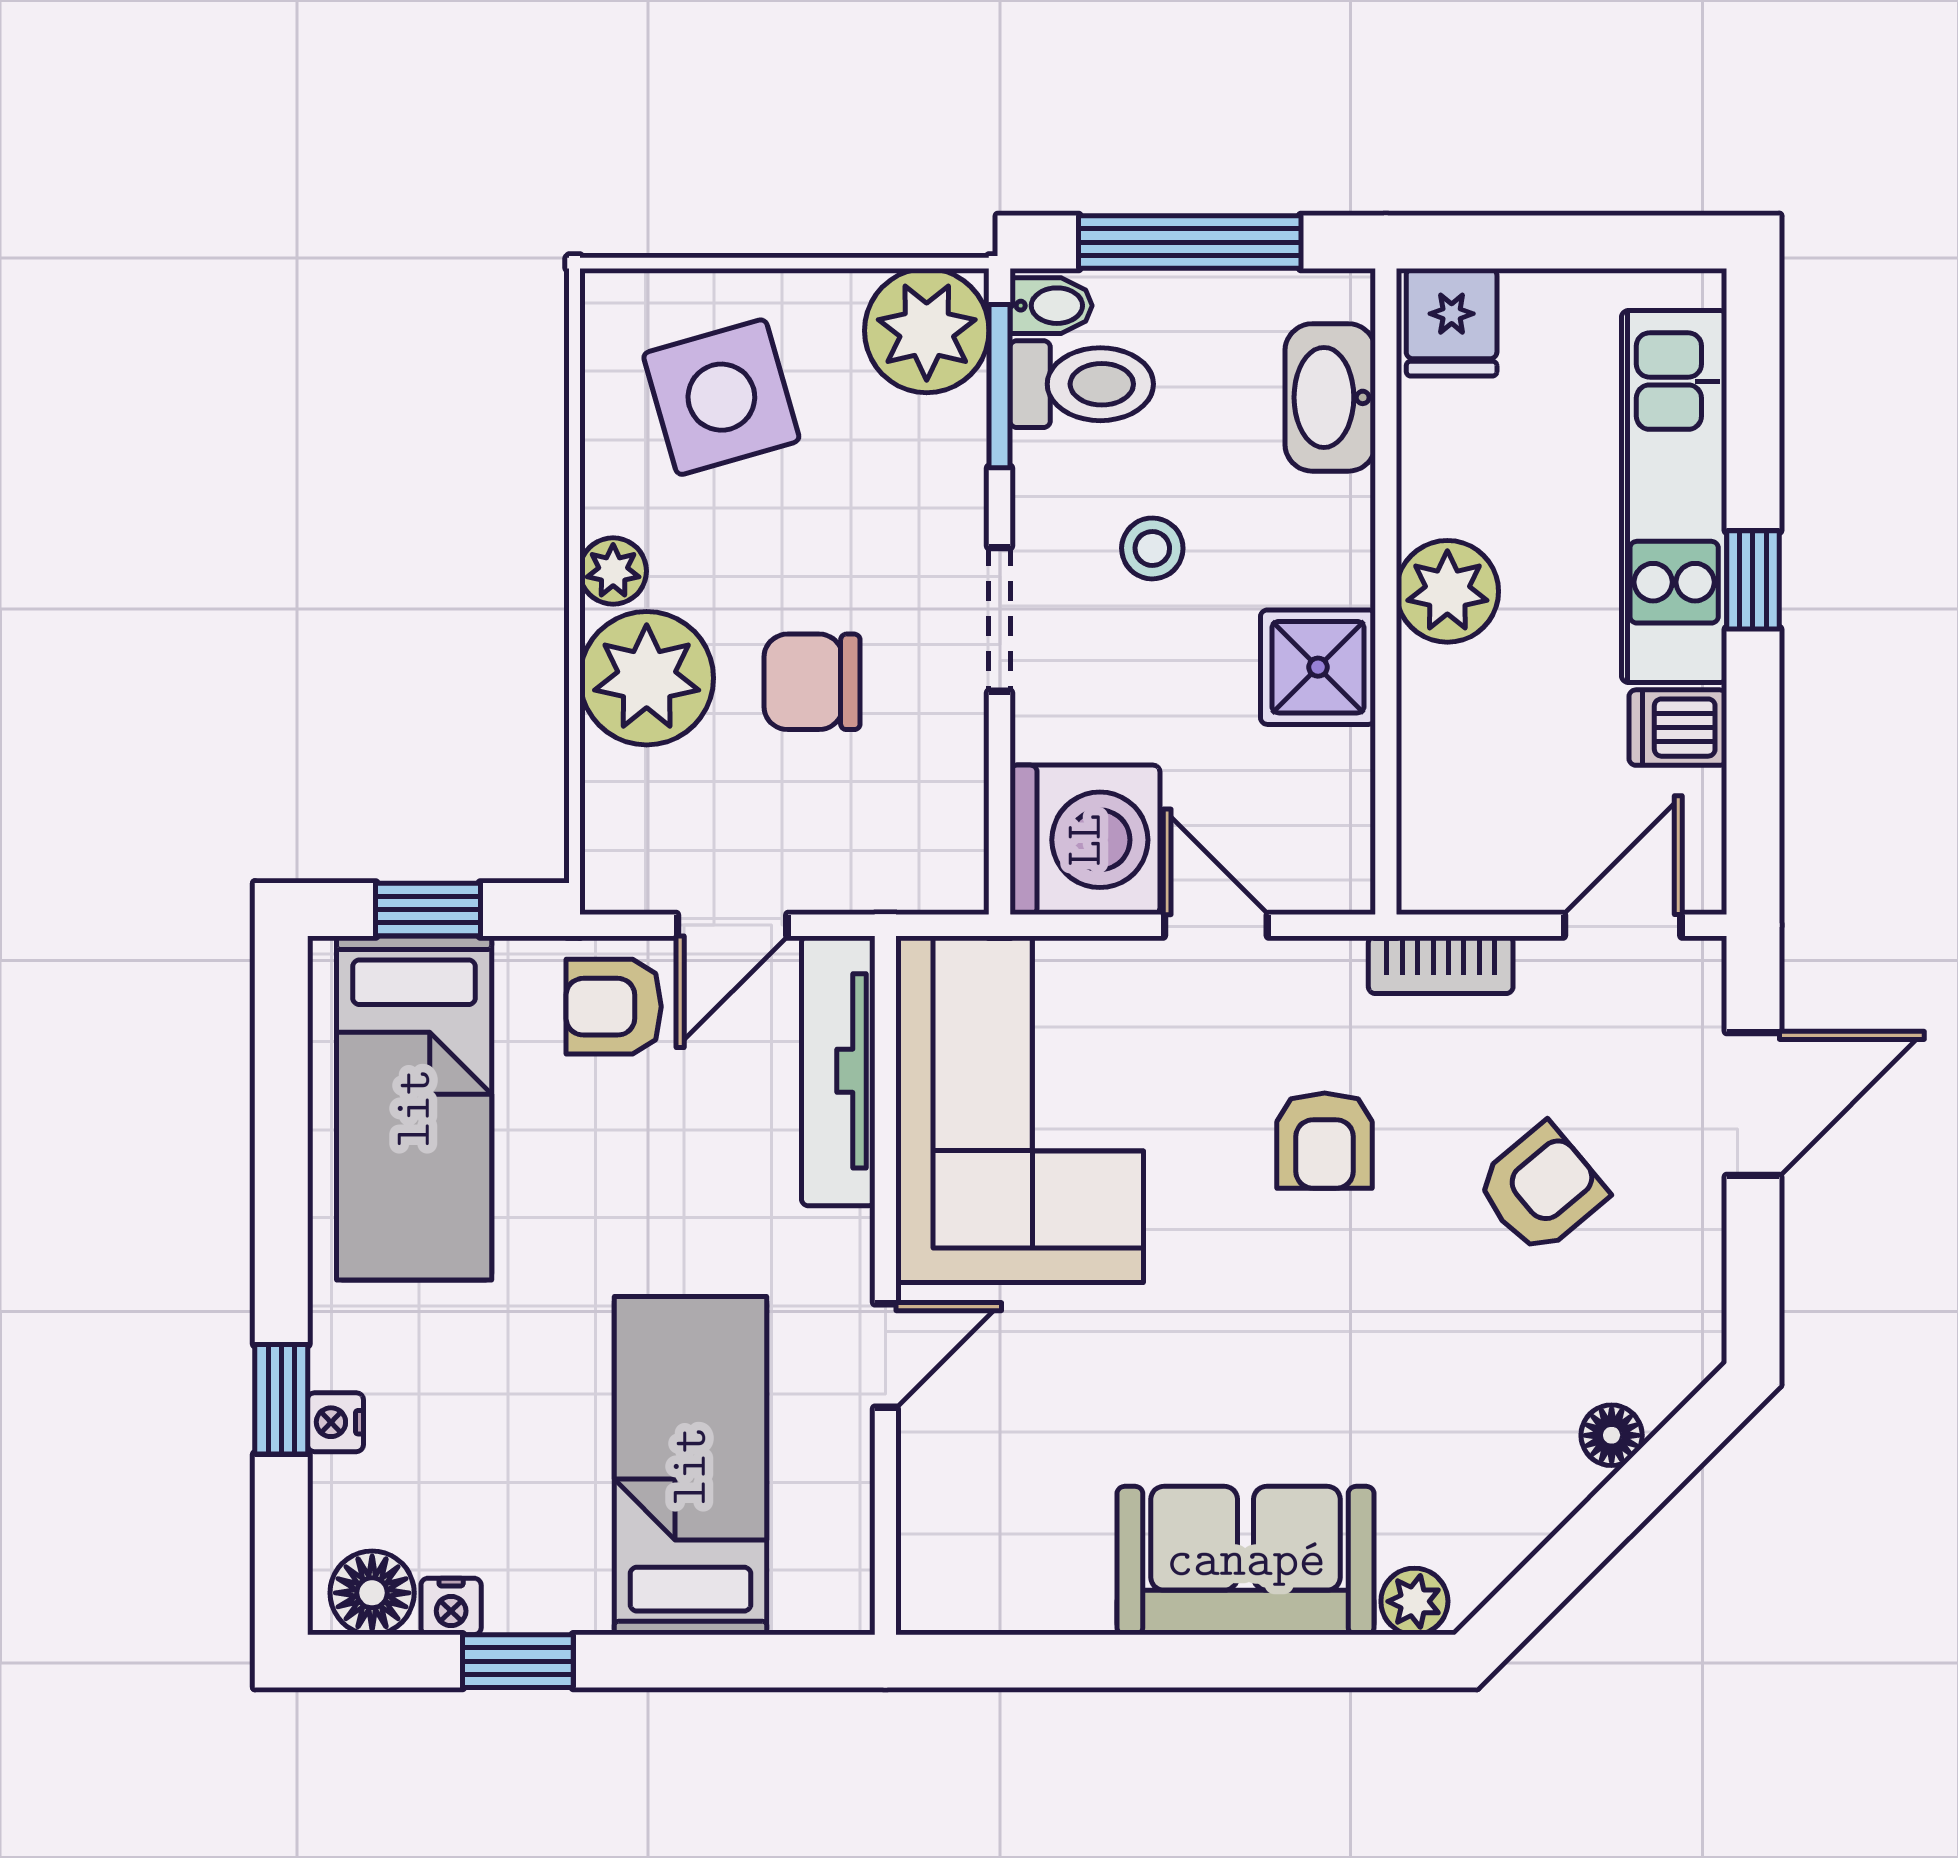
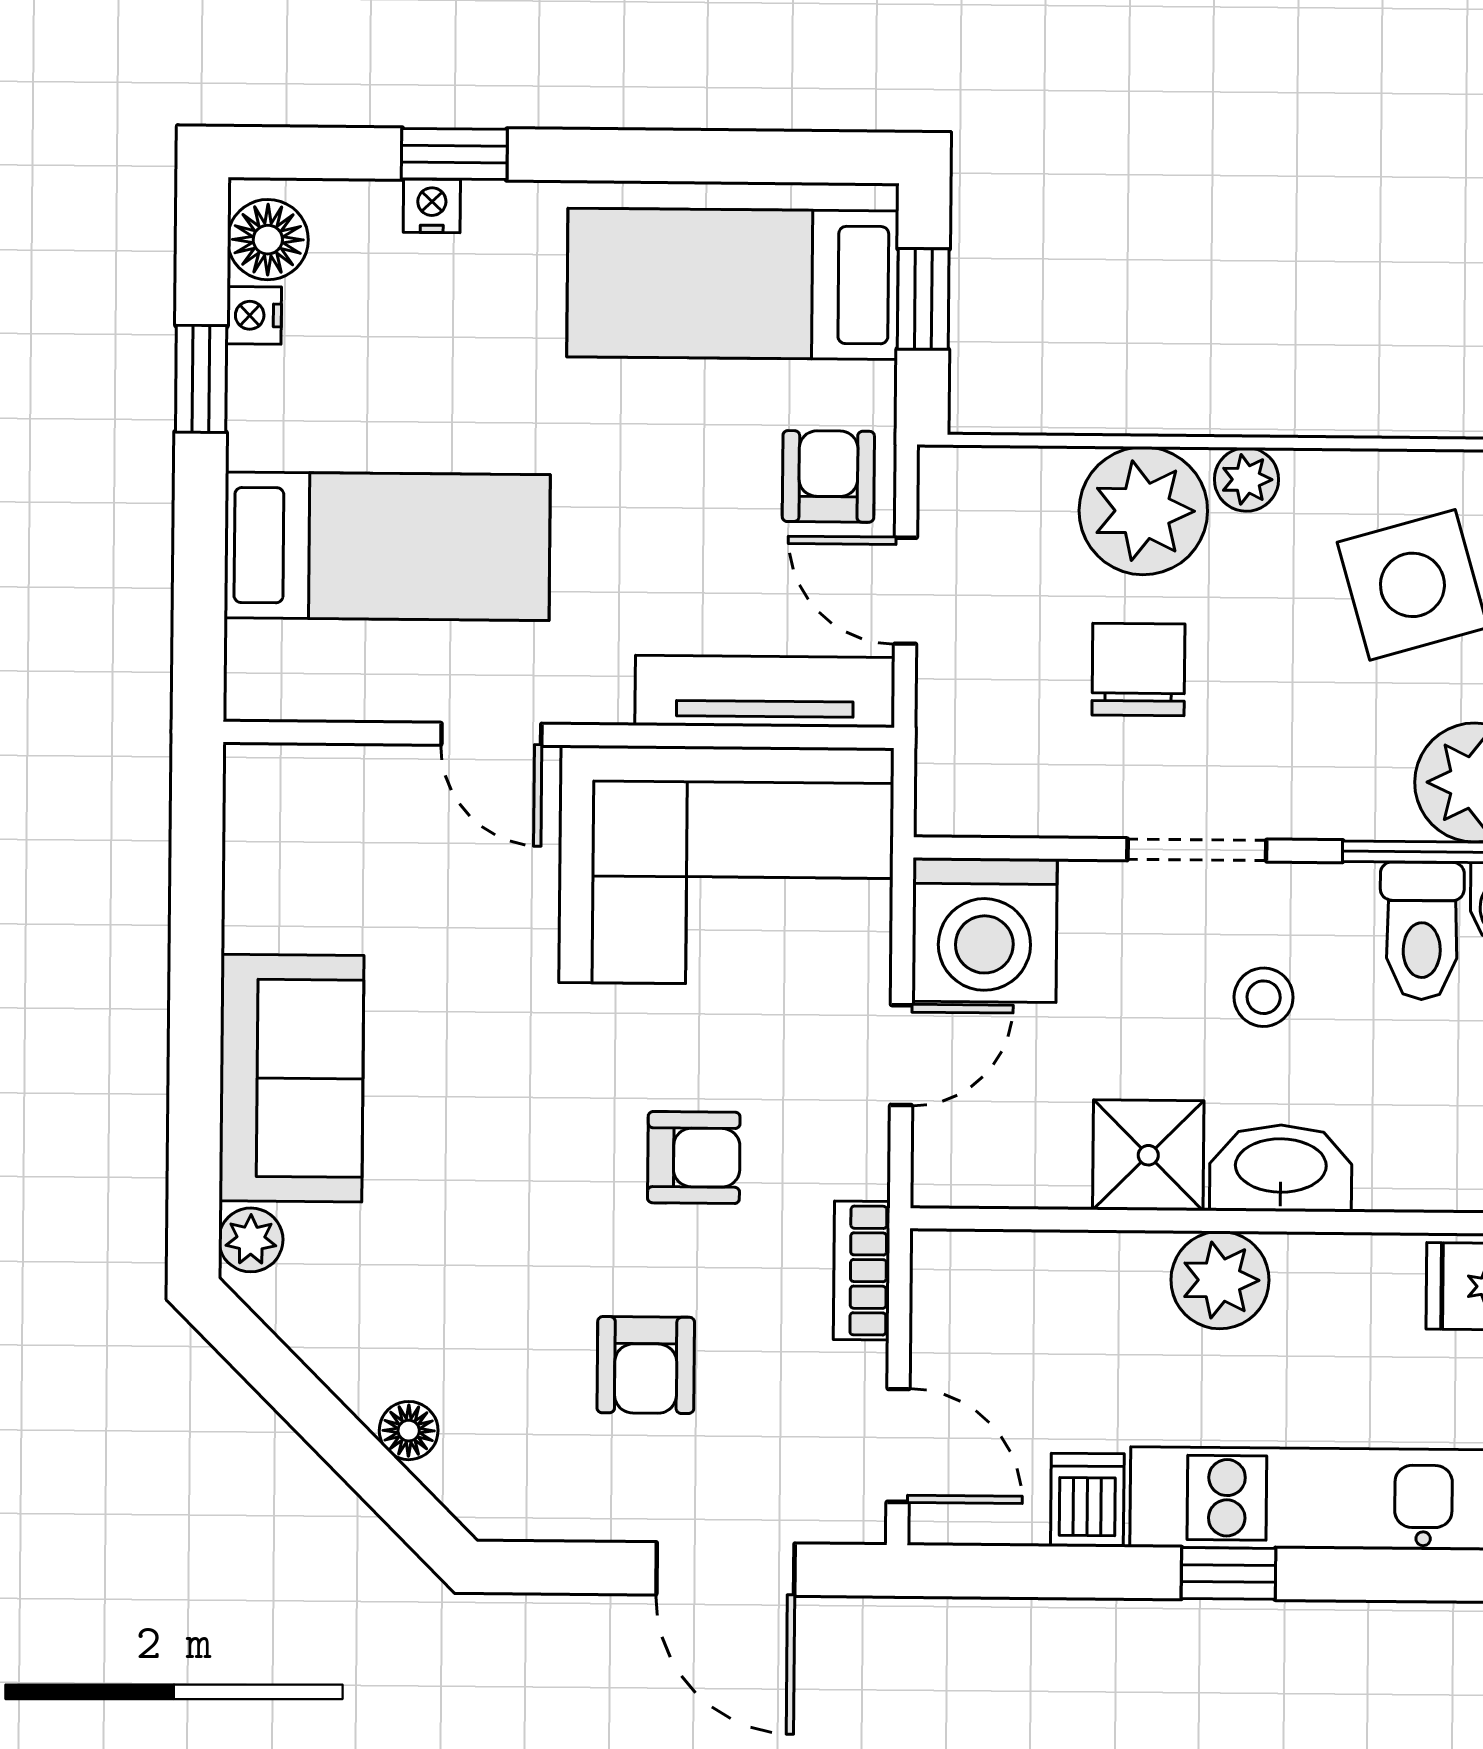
washbasin: (1330, 397) -> (1281, 1168), moved
armchair: (1325, 1141) -> (694, 1158), turned 180
armchair: (1541, 1189) -> (646, 1365), turned 40

